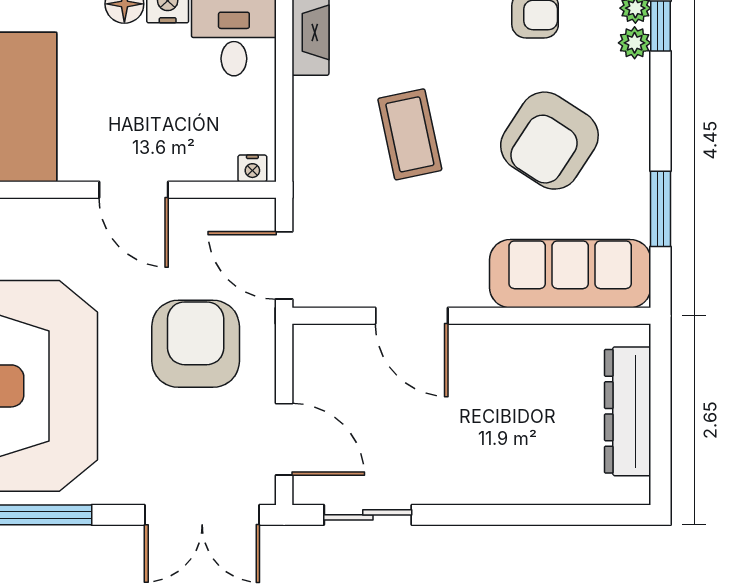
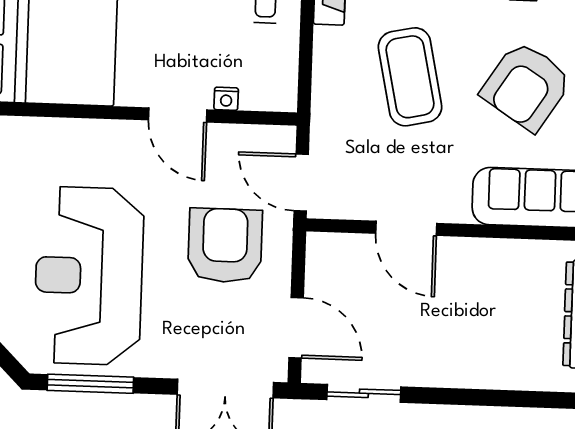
coffee table: (410, 134) -> (410, 77), width x1.36, depth x1.32
nightstand: (252, 168) -> (226, 99), moved

